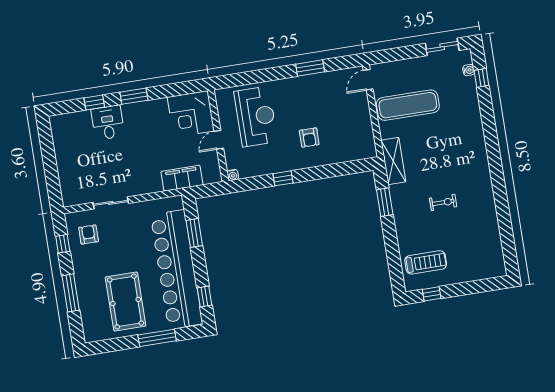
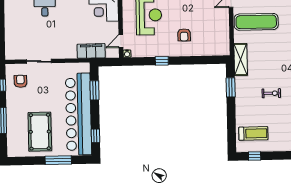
door: (219, 140) -> (121, 41), moved

